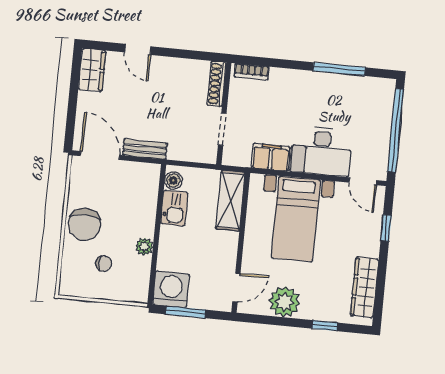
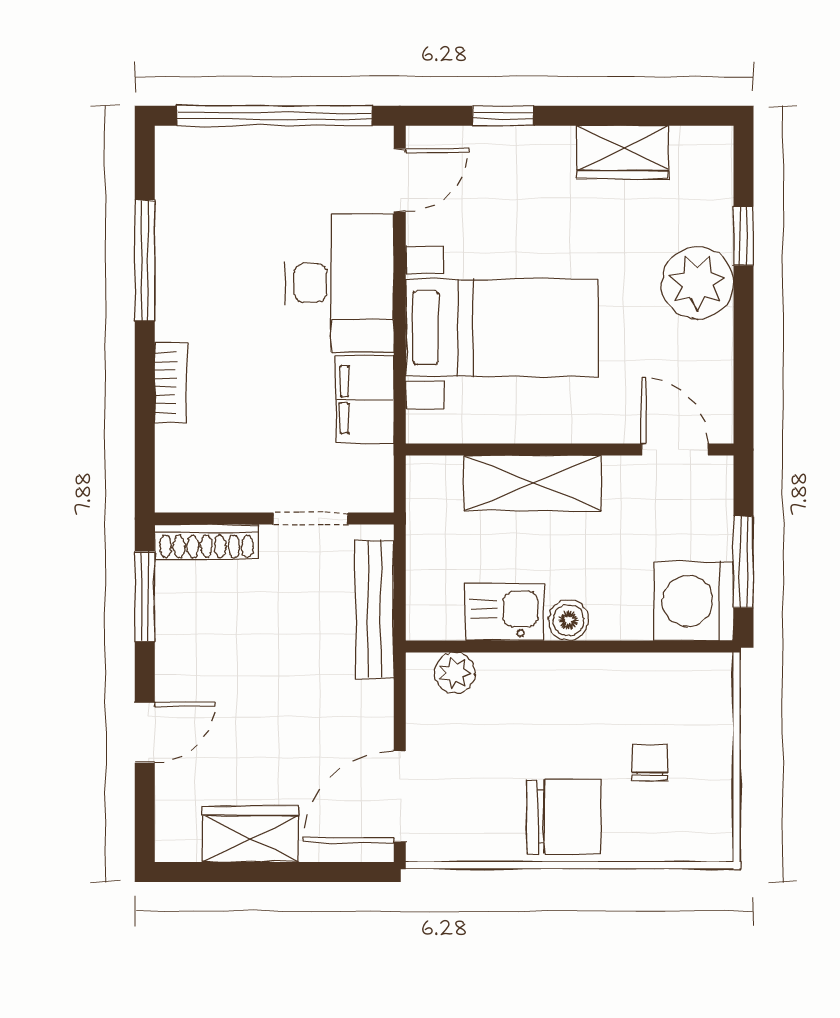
window: (196, 55) -> (145, 597), added
wardrobe: (92, 70) -> (250, 834), moved
bookcase: (251, 72) -> (171, 383), moved
bench: (145, 149) -> (375, 609), moved, width x1.36
boiler: (173, 181) -> (569, 620), moved
shelving: (231, 201) -> (533, 483), moved
plant: (144, 247) -> (455, 673), moved
wardrobe: (365, 287) -> (622, 152), width x0.67
plant: (284, 302) -> (697, 283), moved

